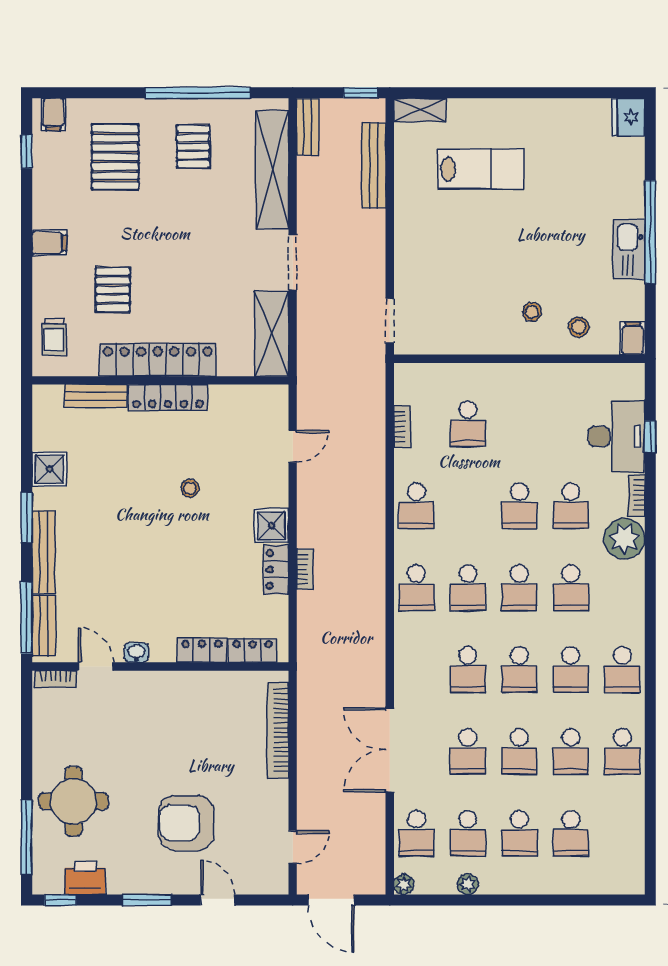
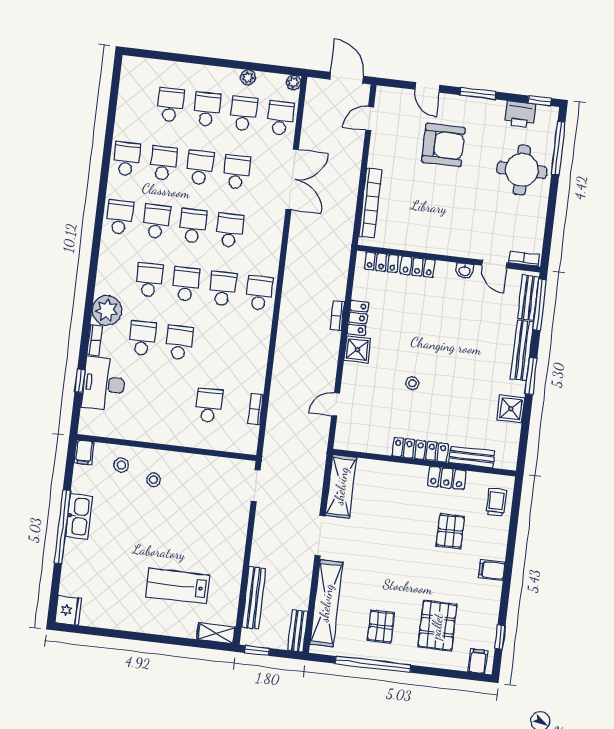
locker: (158, 360) -> (447, 478), width x0.46, depth x0.83
school desk: (416, 506) -> (252, 351), removed

